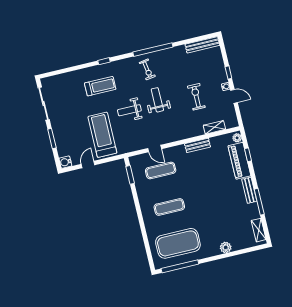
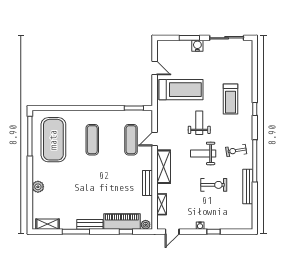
bench: (202, 45) -> (248, 187), moved
door: (234, 96) -> (172, 232), moved
exercise bike: (196, 97) -> (214, 185), moved
weight bench: (157, 100) -> (203, 153), turned 180
shelving: (179, 134) -> (164, 167), added
water cooler: (65, 162) -> (197, 46), moved

